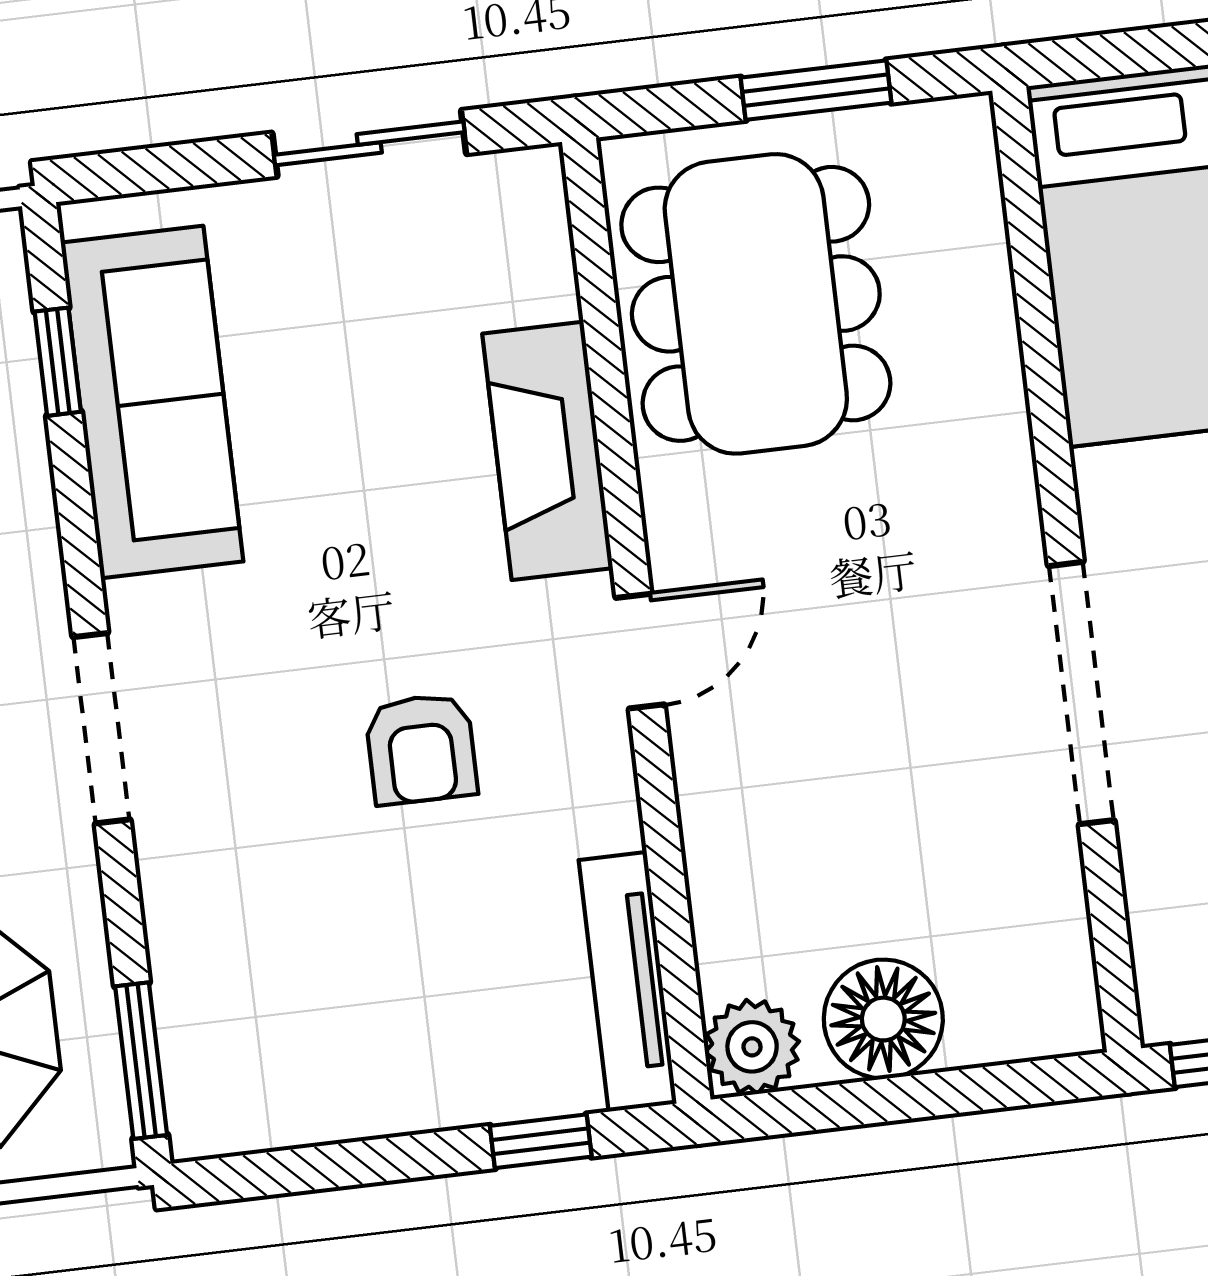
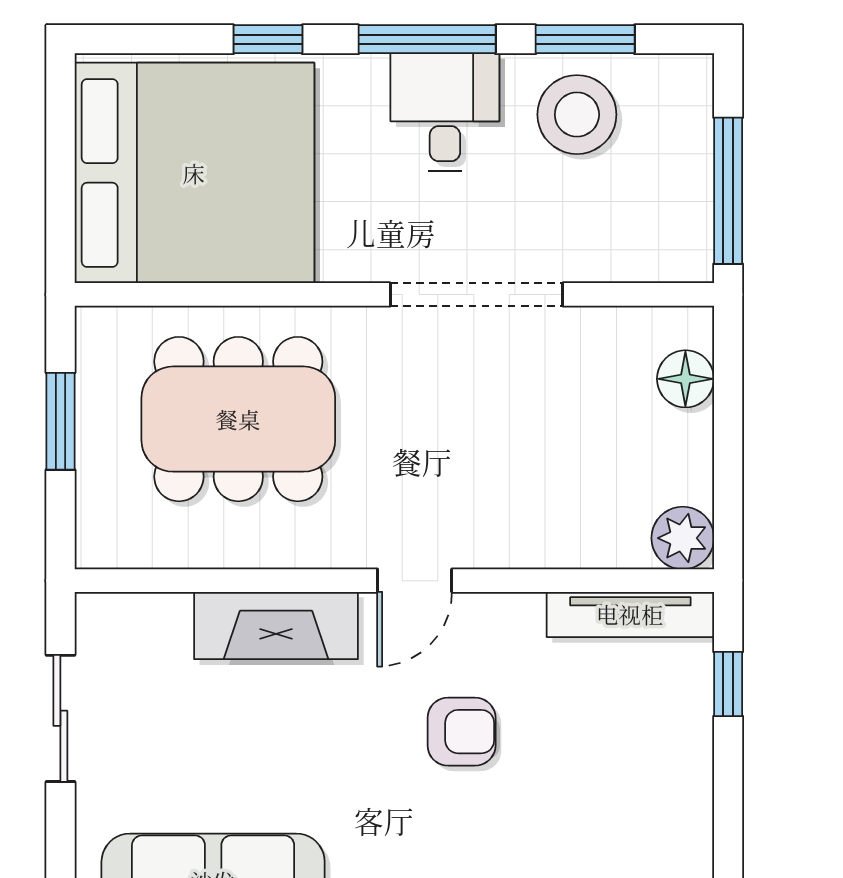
dining table: (756, 304) -> (238, 419), moved
door: (640, 651) -> (415, 581), swing flipped
floor lamp: (883, 1019) -> (685, 379), moved, width x0.73, depth x0.73

